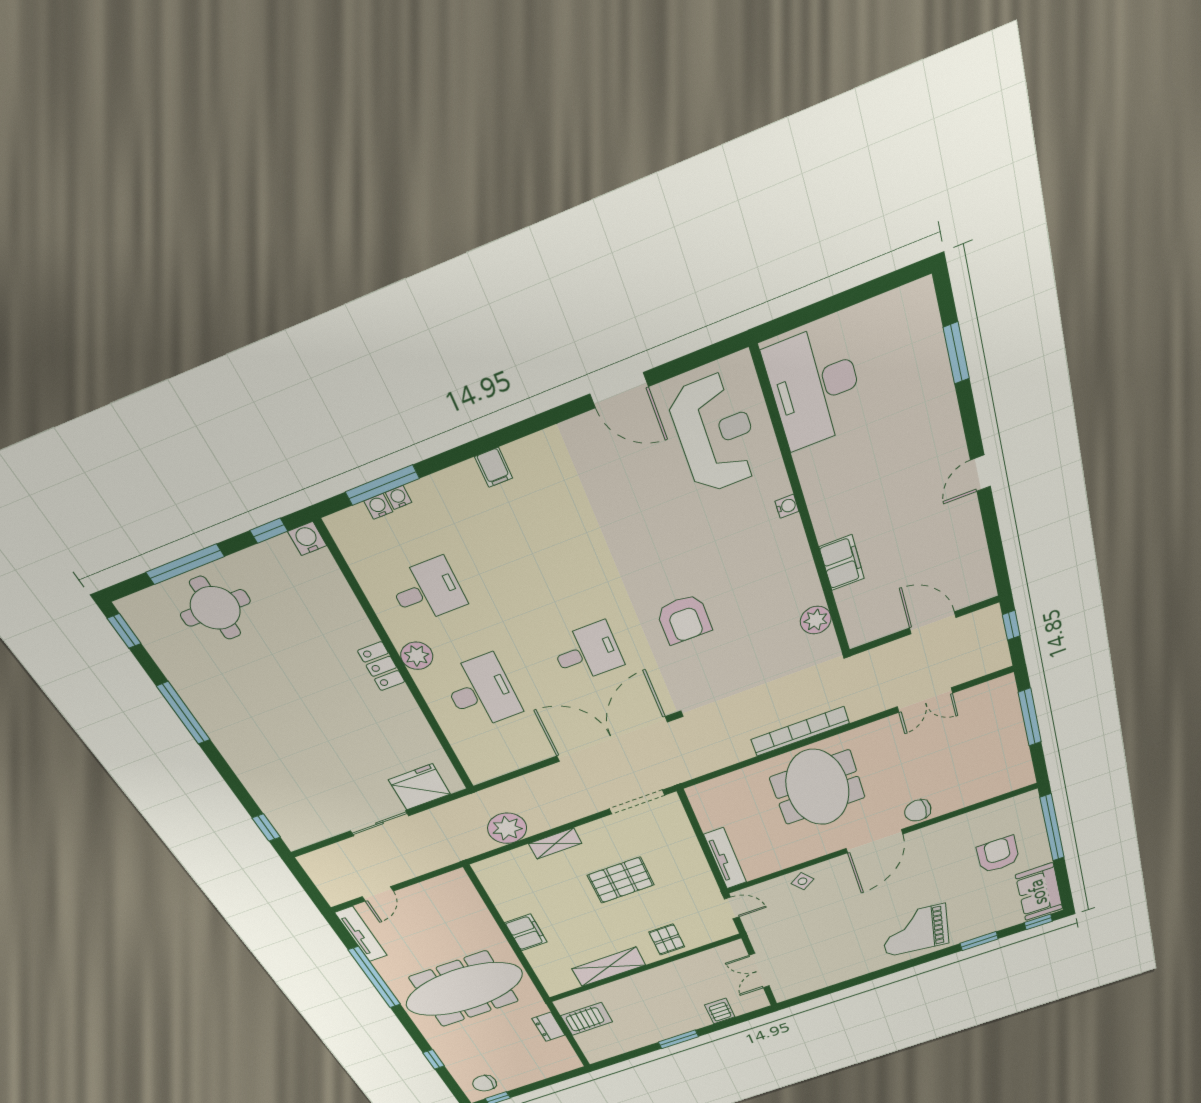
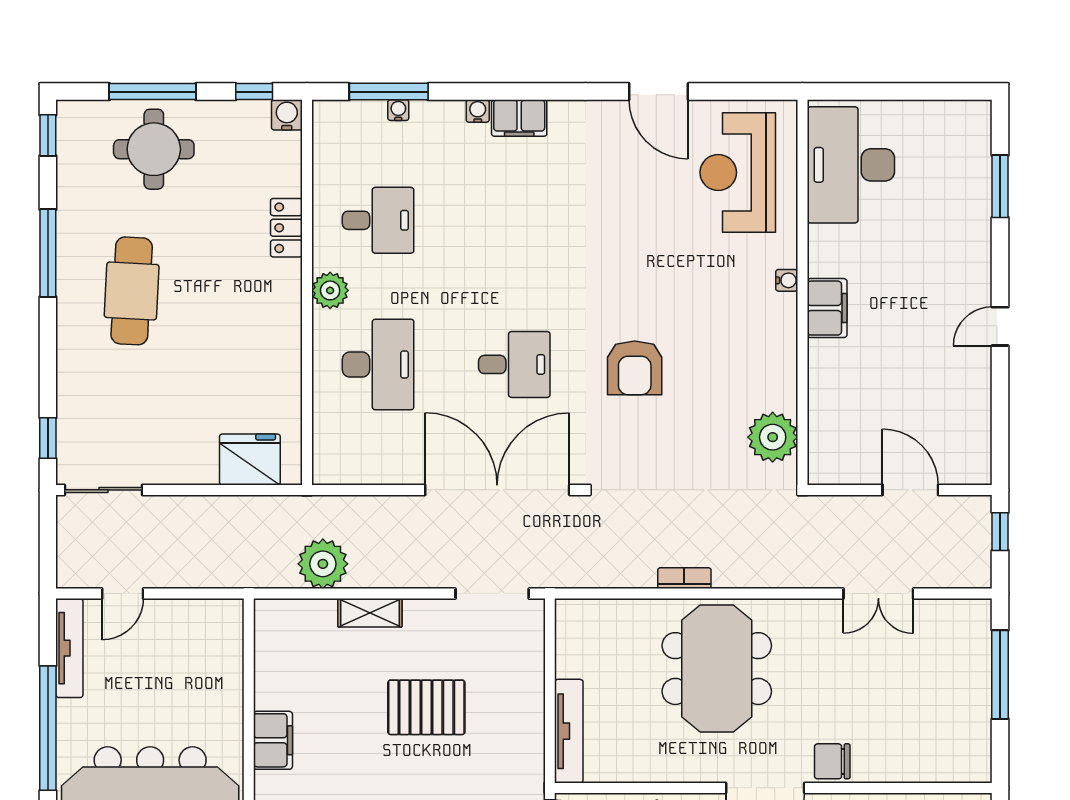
reception desk: (715, 434) -> (738, 172), turned 180
filing cabinet: (494, 467) -> (519, 118), width x2.00
water cooler: (378, 506) -> (478, 111), moved
filing cabinet: (842, 563) -> (827, 308), moved
plant: (816, 620) -> (773, 437), width x1.36, depth x1.36
locker: (381, 666) -> (286, 228), moved
cafe table: (264, 714) -> (132, 291), added
bookcase: (800, 731) -> (684, 578), width x0.43, depth x0.76
sliding door: (379, 823) -> (103, 490), moved

